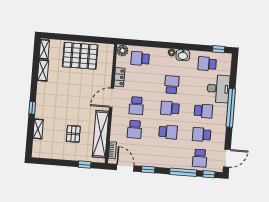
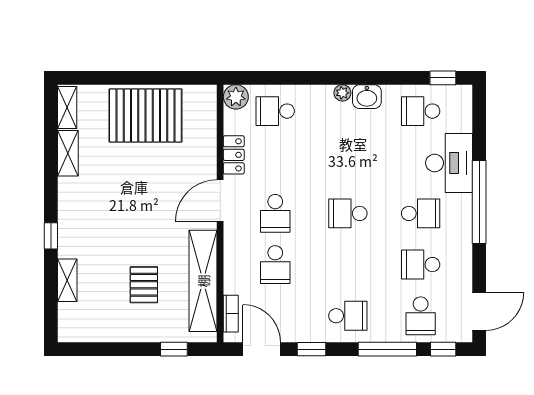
school desk: (172, 85) -> (348, 162), removed
school desk: (168, 132) -> (348, 316), moved

